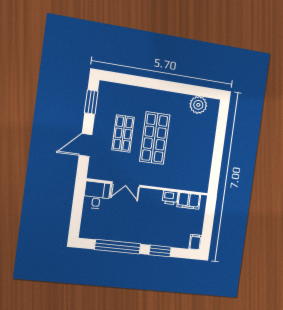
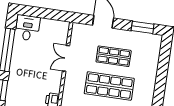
desk: (97, 195) -> (27, 28), moved, turned -90

